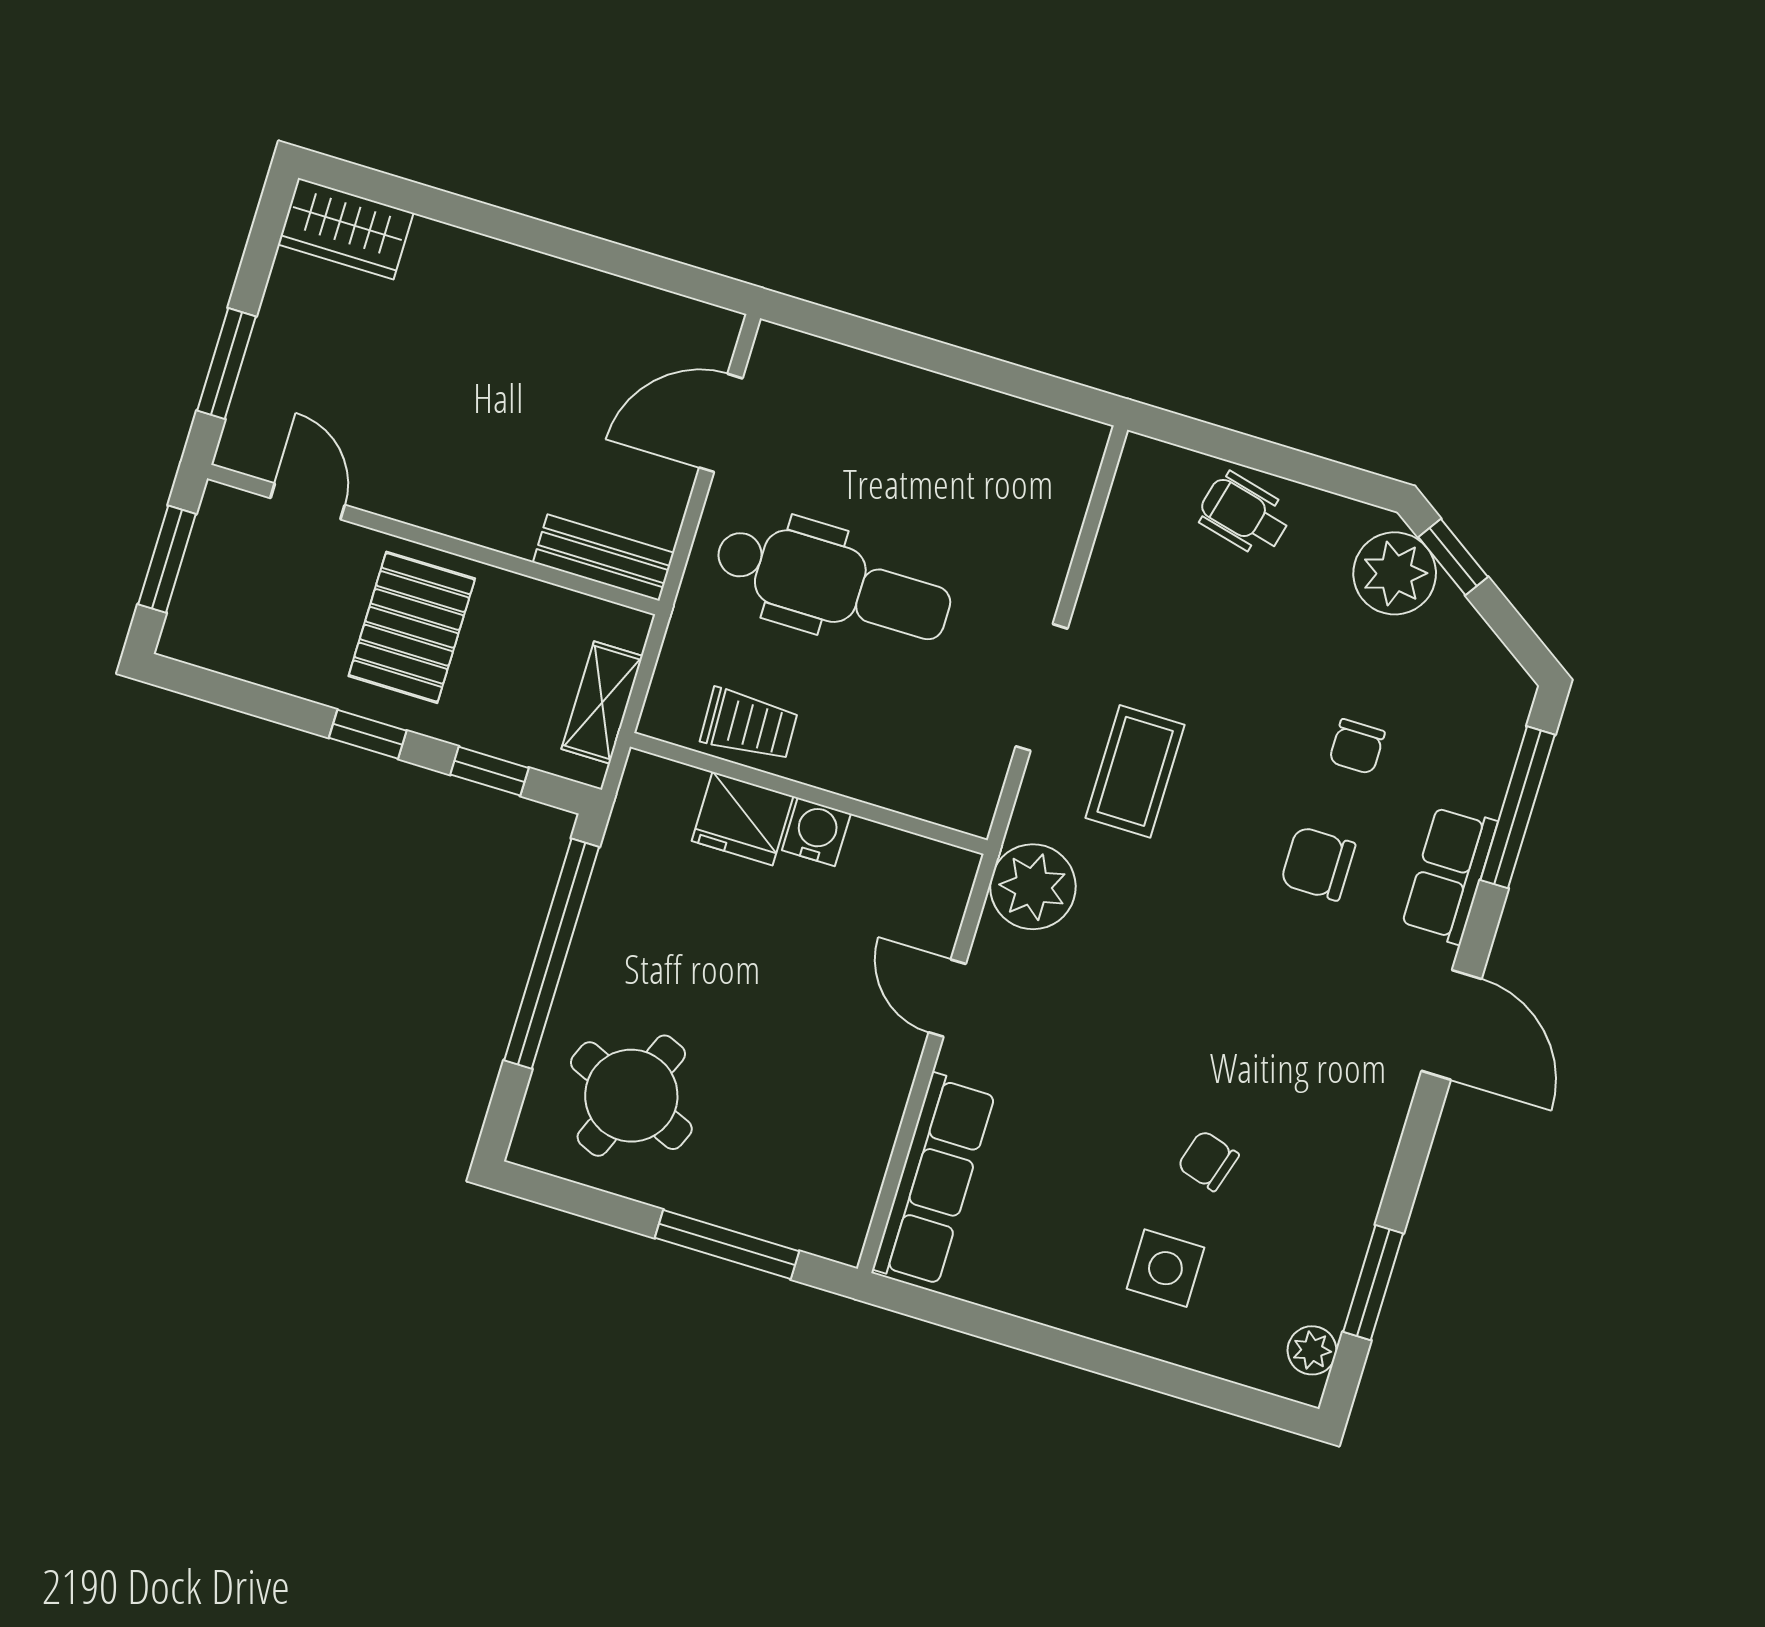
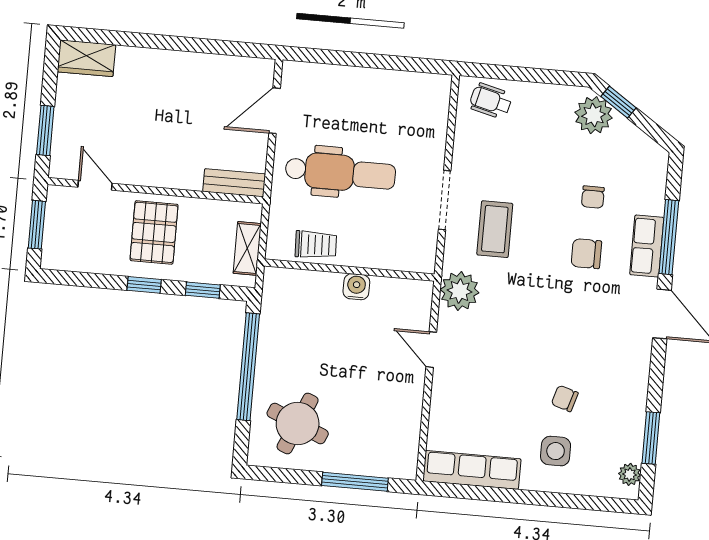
wheelchair: (1244, 514) -> (491, 101), moved
window: (1518, 807) -> (669, 237), moved
fridge: (743, 819) -> (322, 288), removed
row of seats: (934, 1180) -> (472, 470), moved, turned -90

